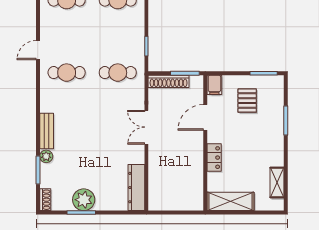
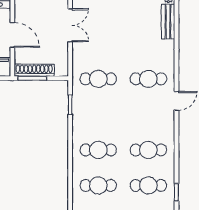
shoe rack: (169, 81) -> (34, 70), moved
door: (205, 117) -> (12, 35), hinge flipped

